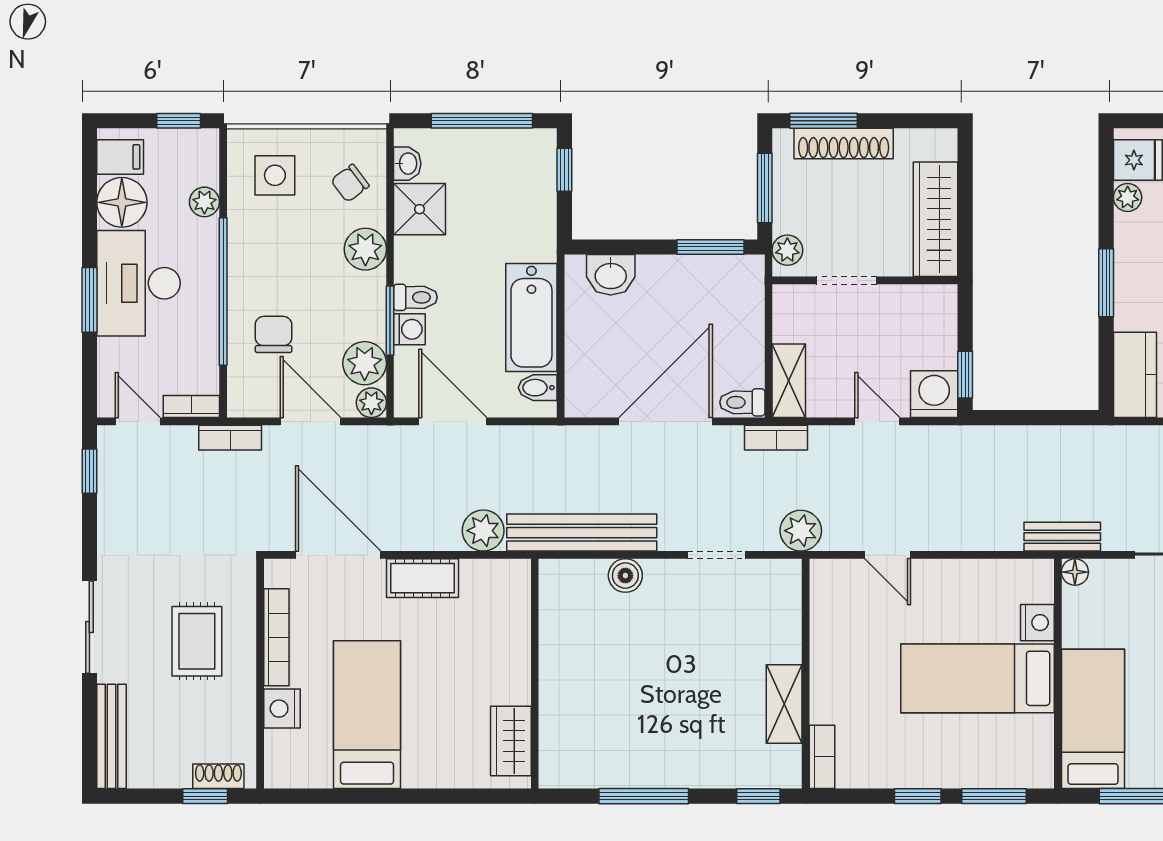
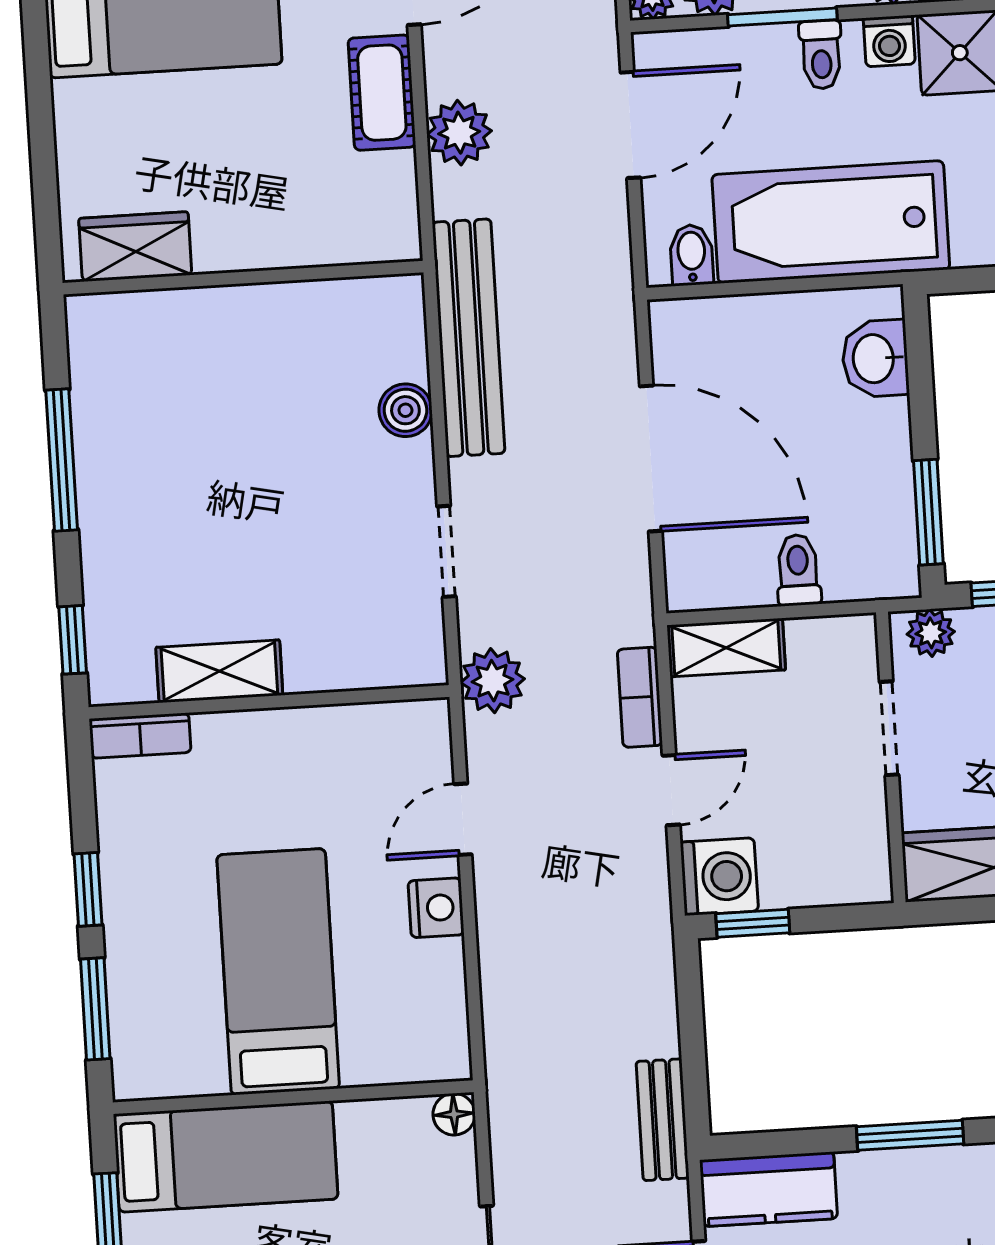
bathtub: (531, 317) -> (831, 222), width x1.36, depth x1.36
washing machine: (409, 329) -> (889, 41), moved
toilet: (742, 402) -> (798, 570), moved
bookcase: (776, 438) -> (640, 697), moved
plant: (483, 531) -> (459, 133), moved
bench: (1062, 537) -> (663, 1120), moved
nightstand: (1037, 623) -> (436, 908), moved, turned -90

